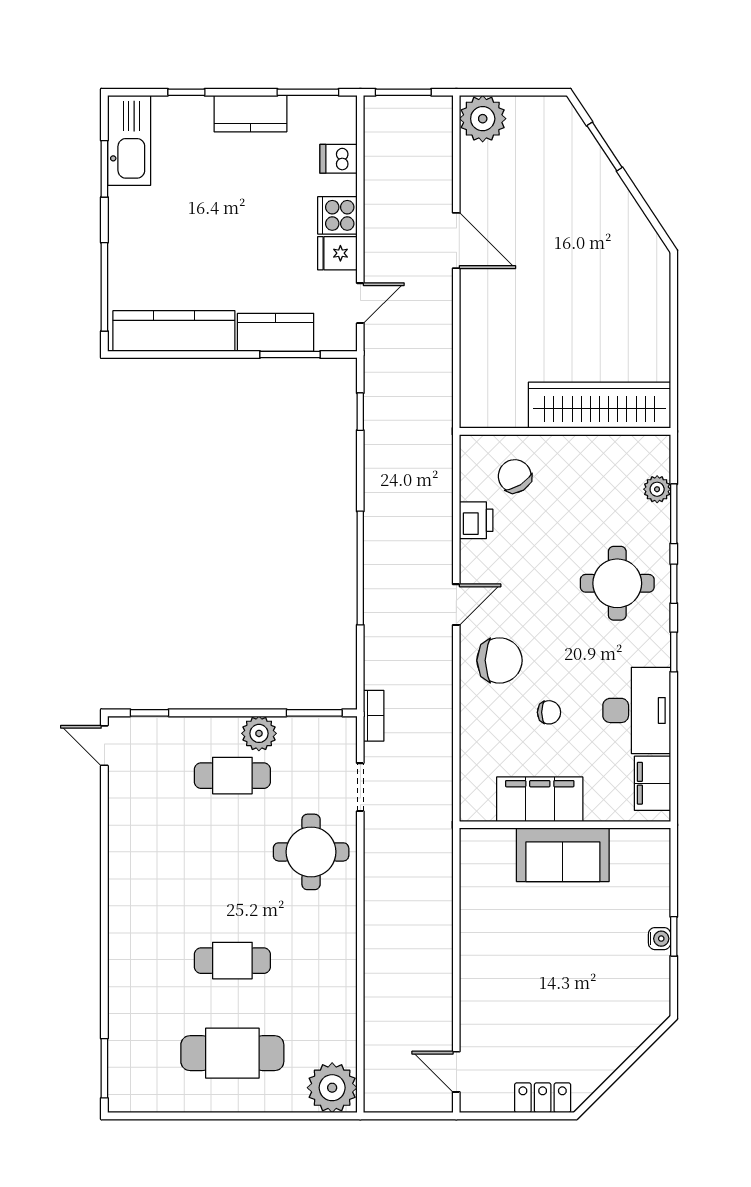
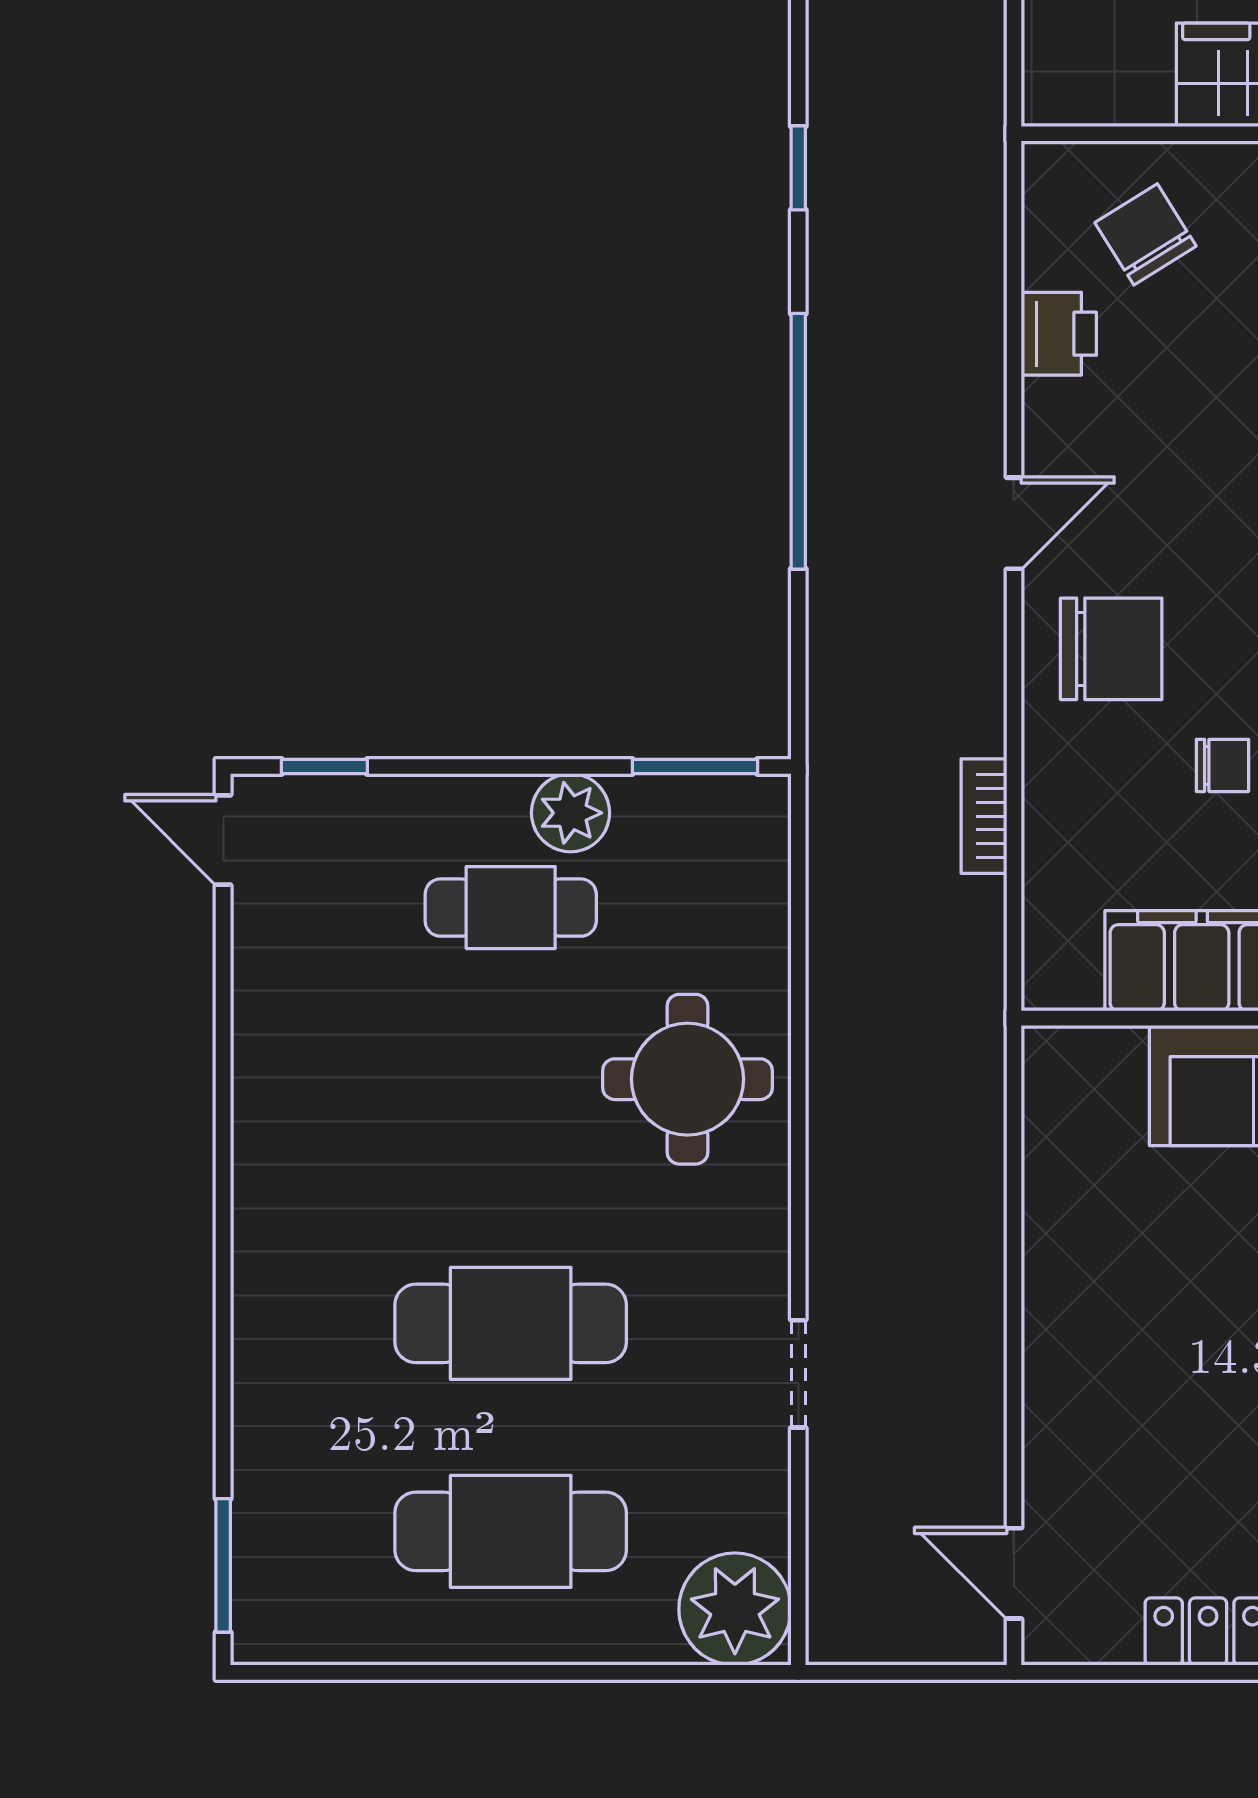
window: (360, 412) -> (798, 168), moved
bookcase: (374, 716) -> (984, 816), moved, turned 180
doorway: (360, 787) -> (798, 1374), moved
cafe table: (232, 961) -> (511, 1323), width x1.37, depth x1.35

